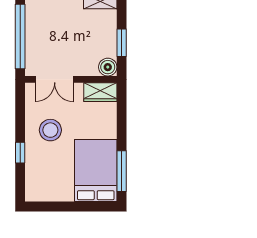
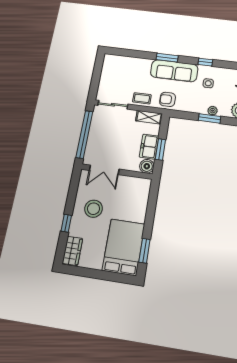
freezer: (107, 41) -> (149, 147), added
wardrobe: (100, 92) -> (72, 251), moved, turned -90
window: (122, 171) -> (144, 251), width x0.69

